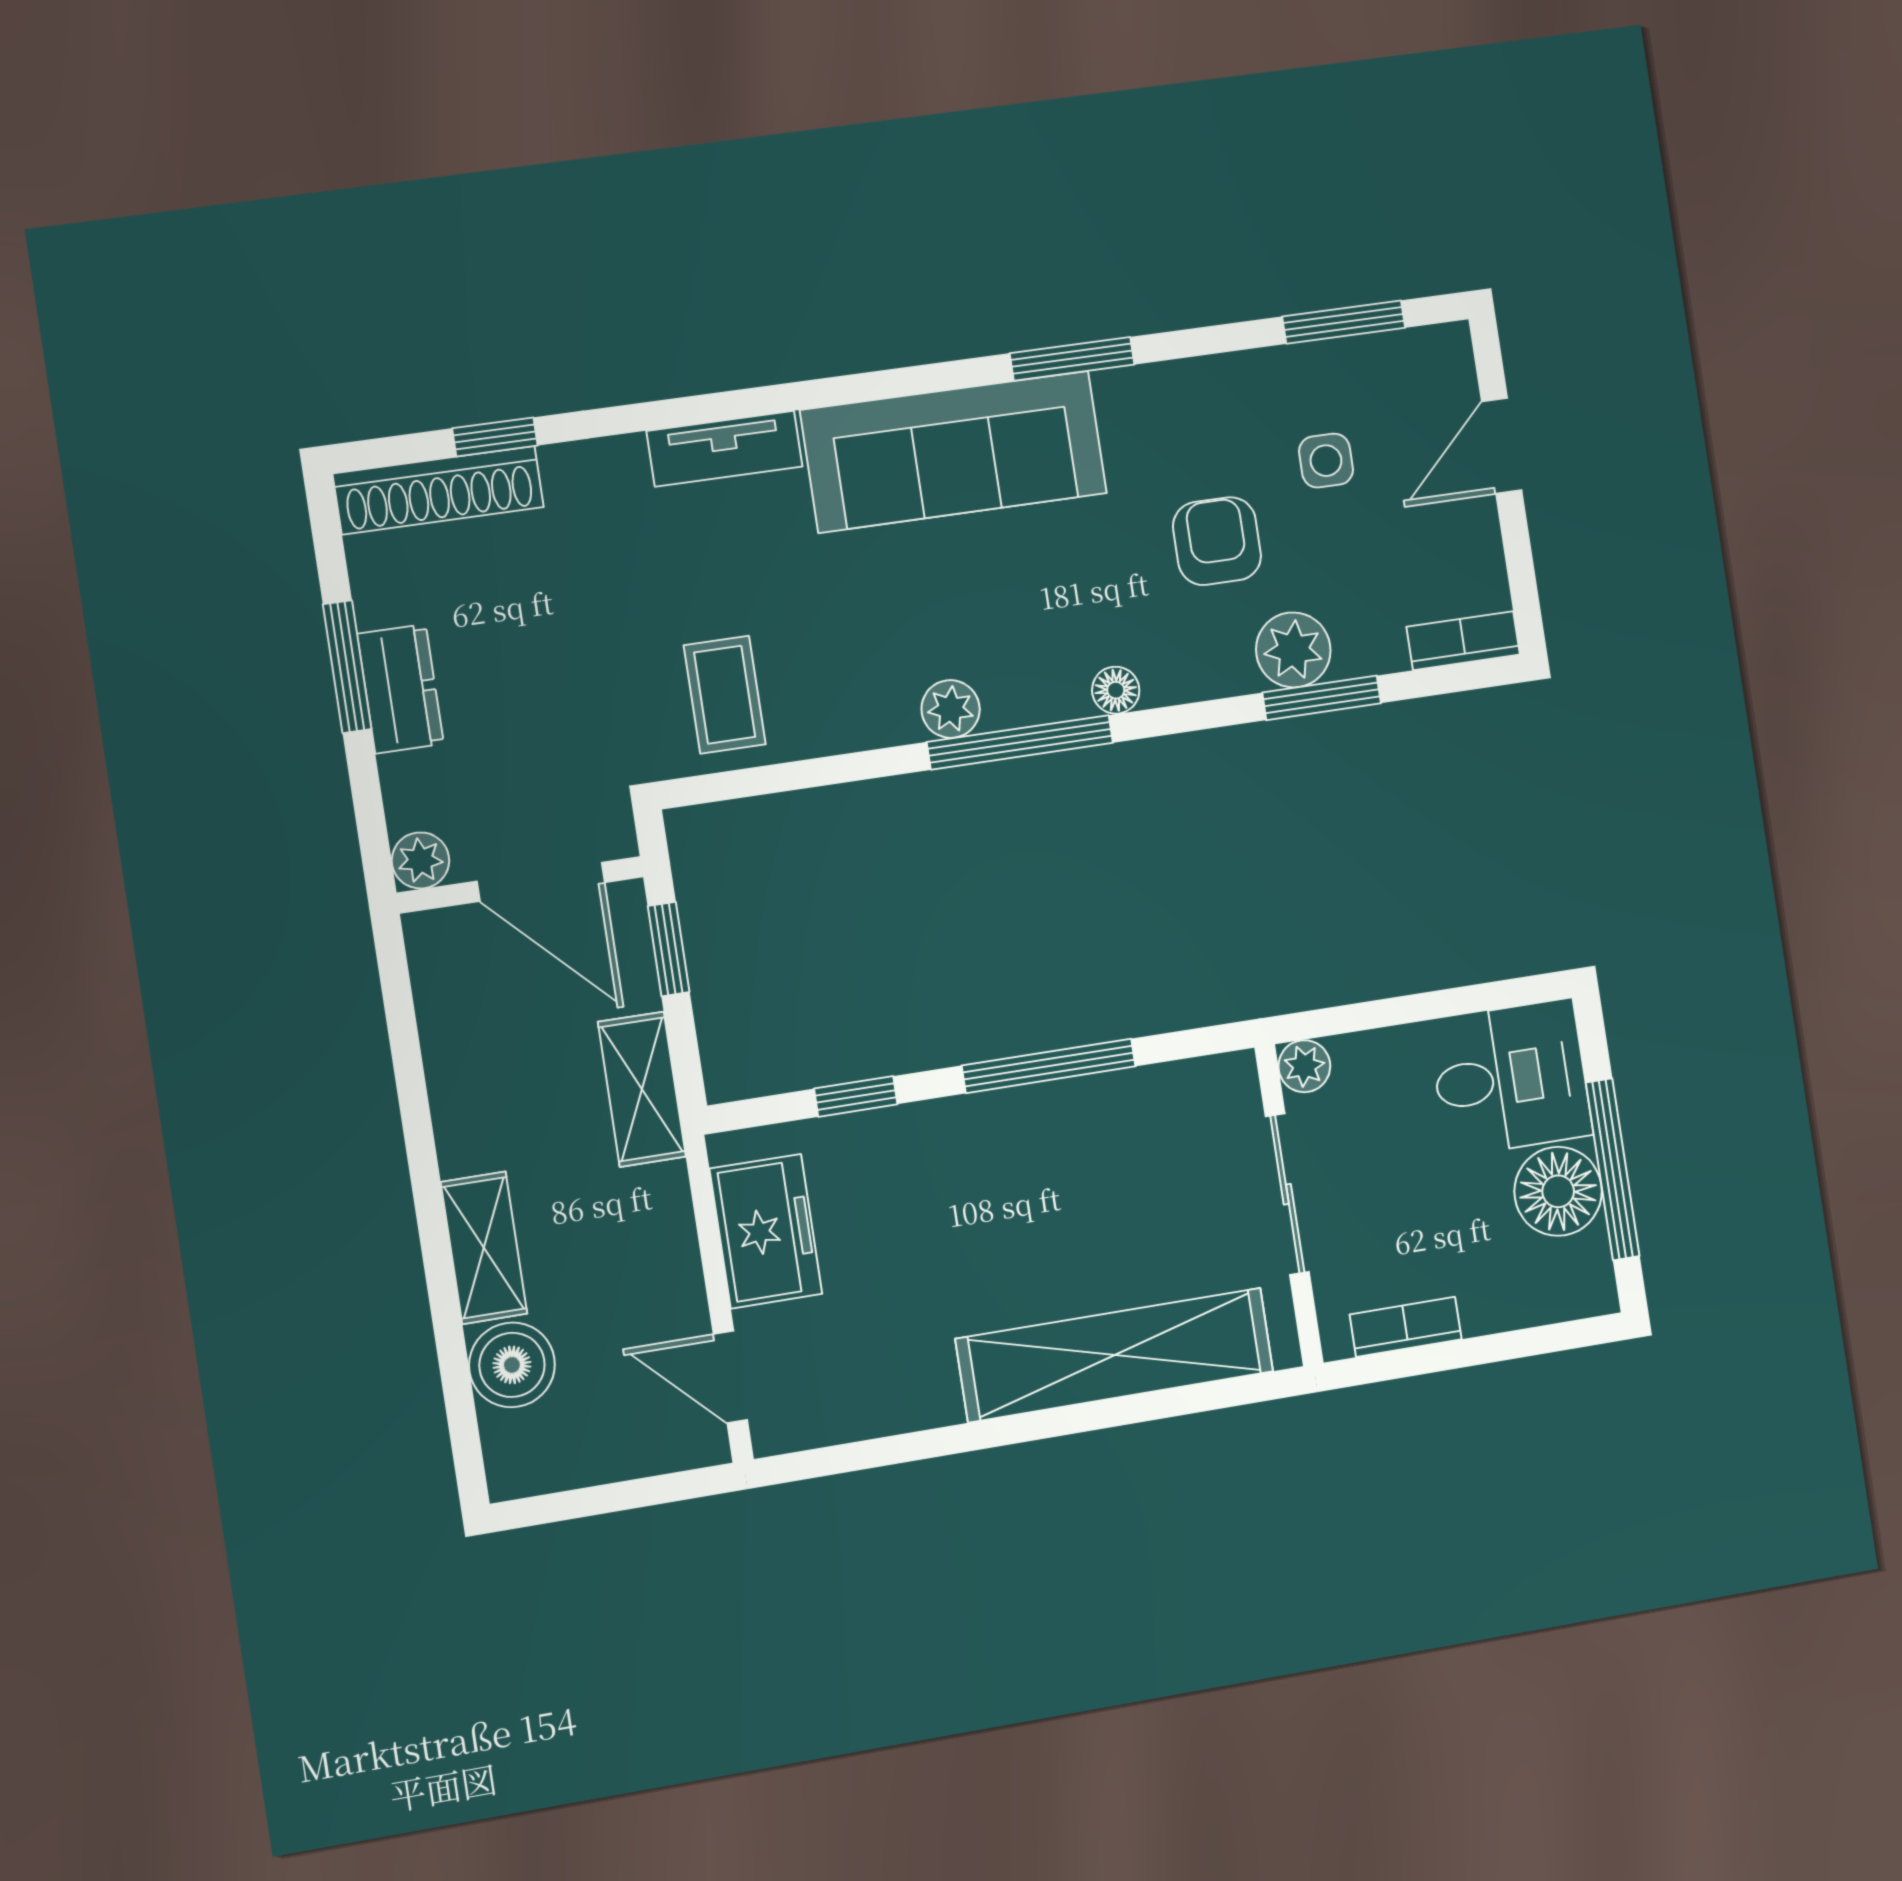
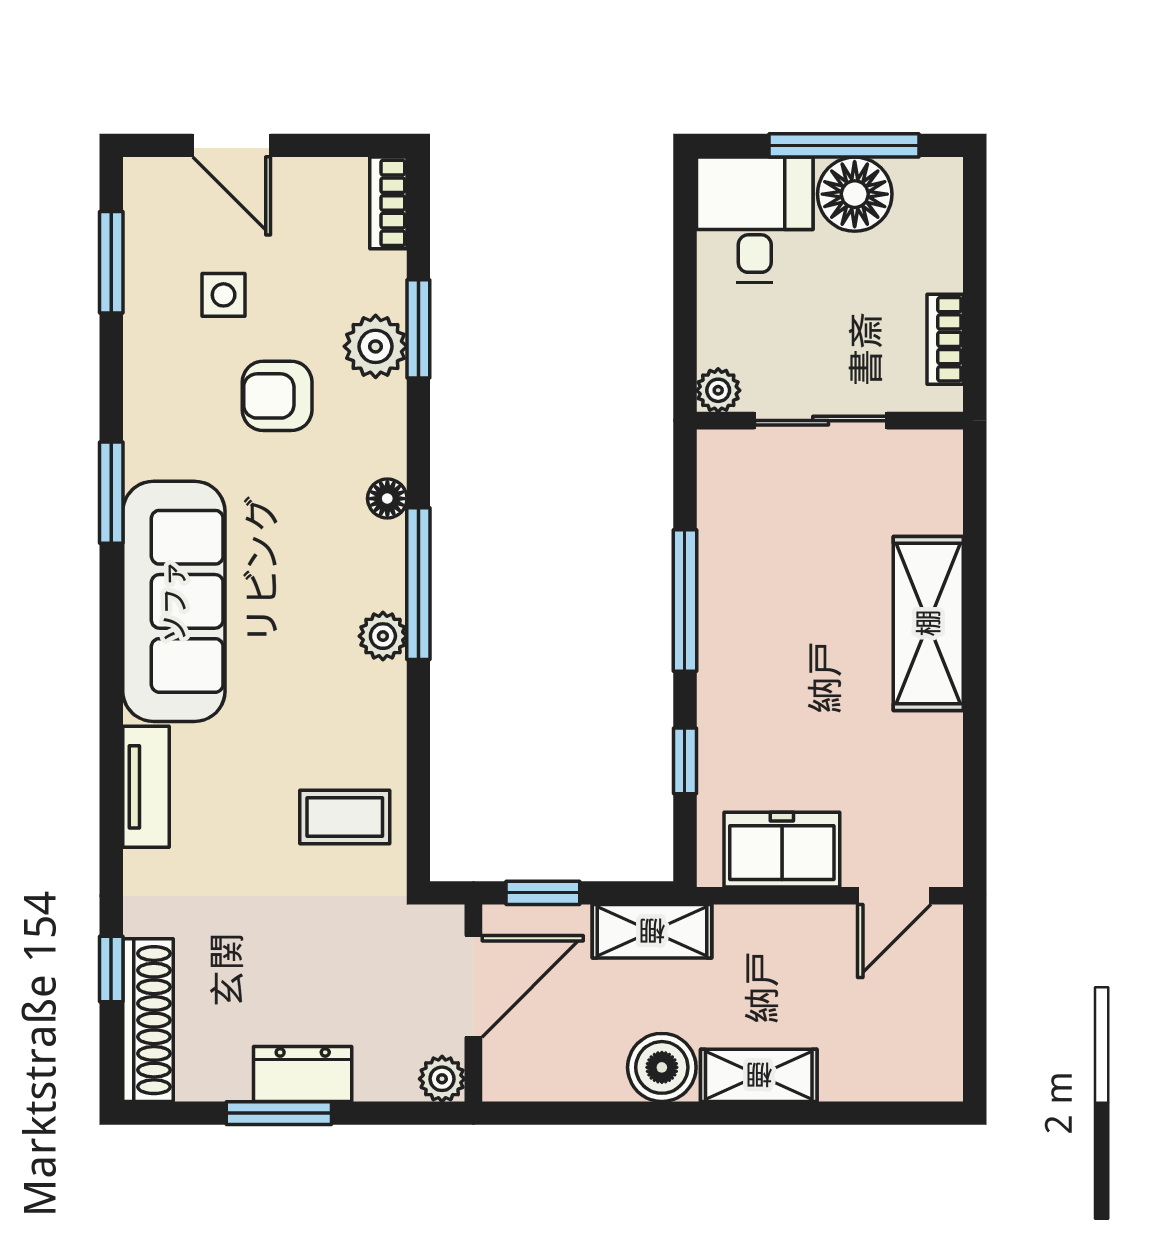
shelving: (1115, 1355) -> (928, 623), width x0.68
boiler: (512, 1365) -> (662, 1067), moved

